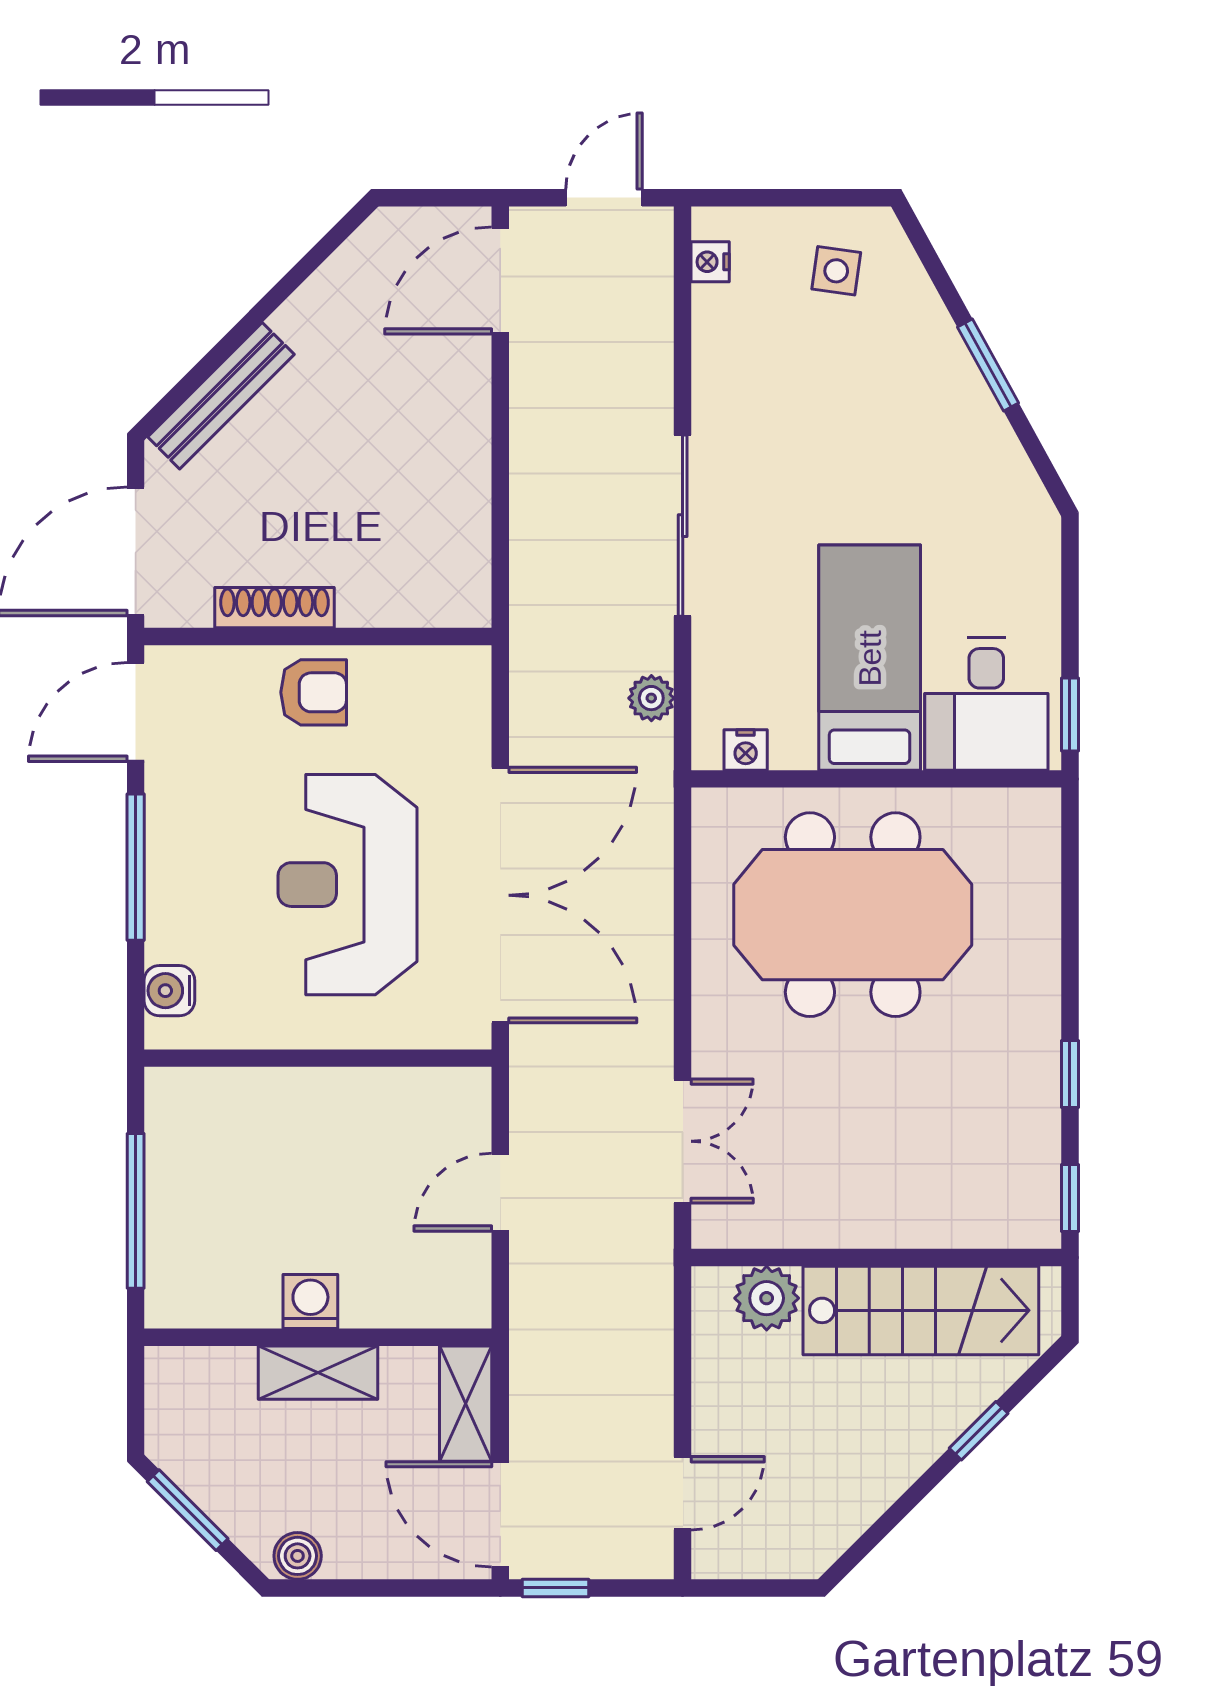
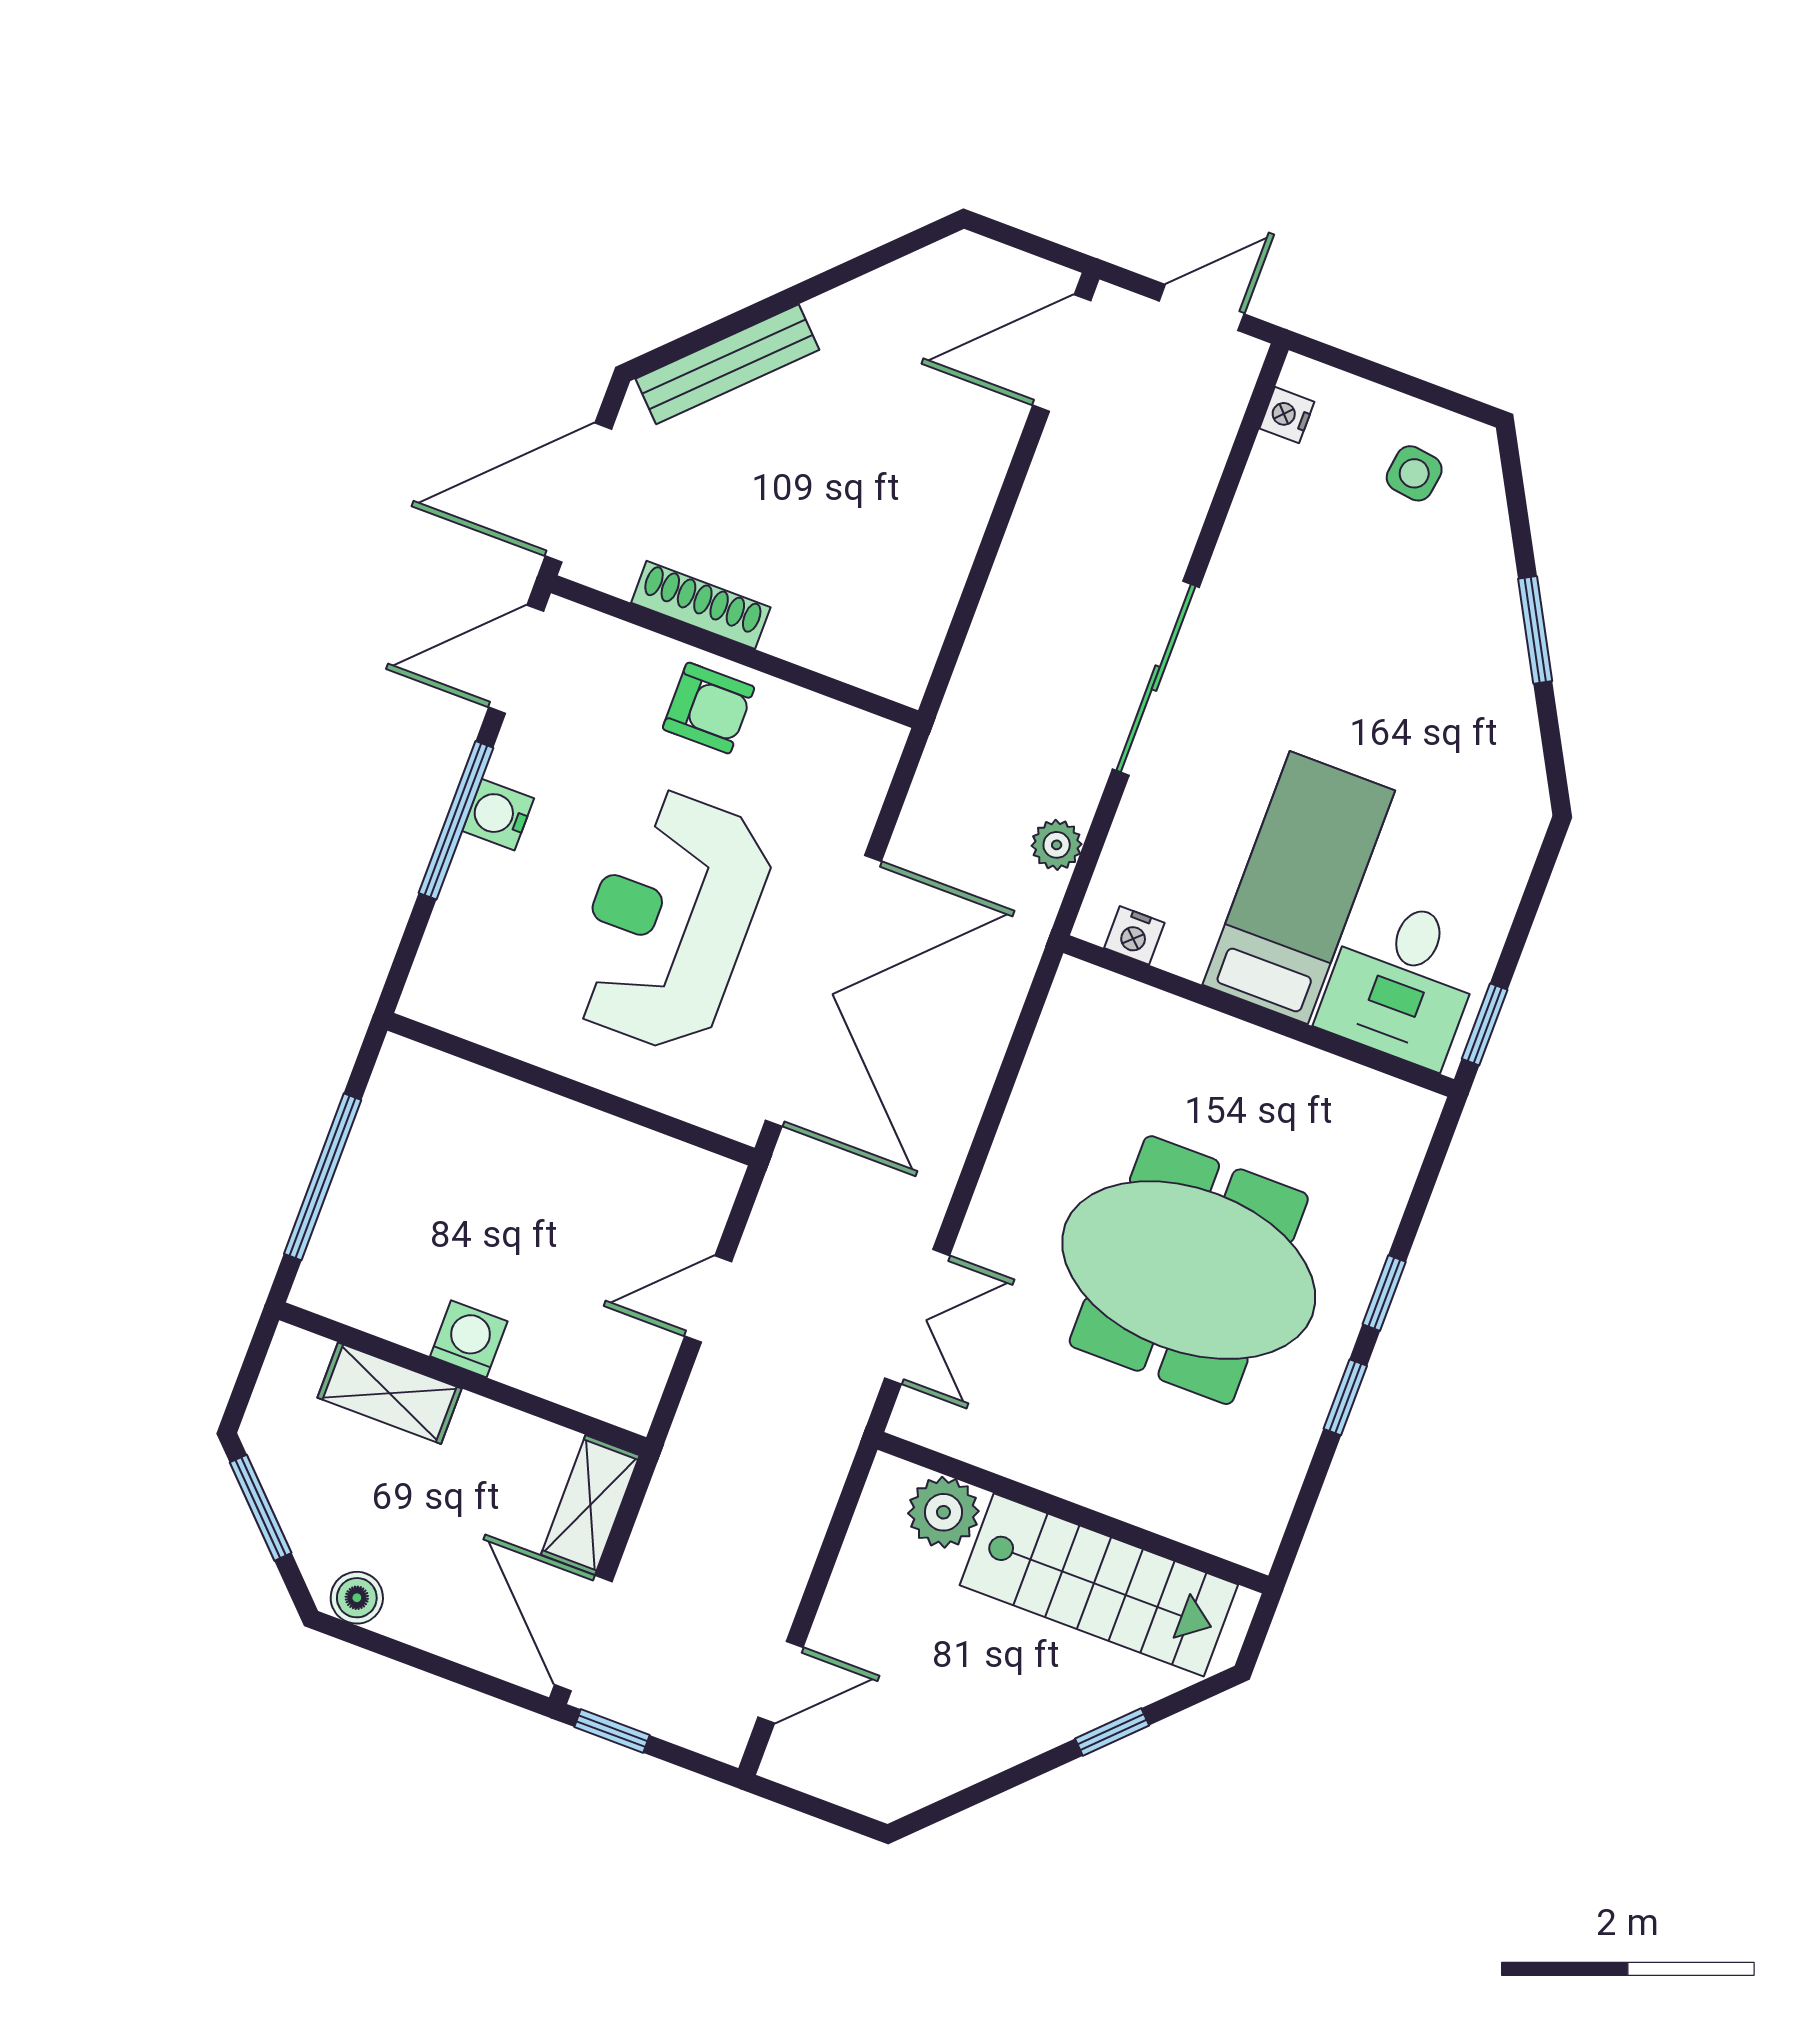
meeting table: (853, 915) -> (1189, 1270), moved
water cooler: (169, 991) -> (498, 815), moved
window: (1070, 1198) -> (1384, 1293), moved
shelving: (318, 1373) -> (390, 1393), moved

